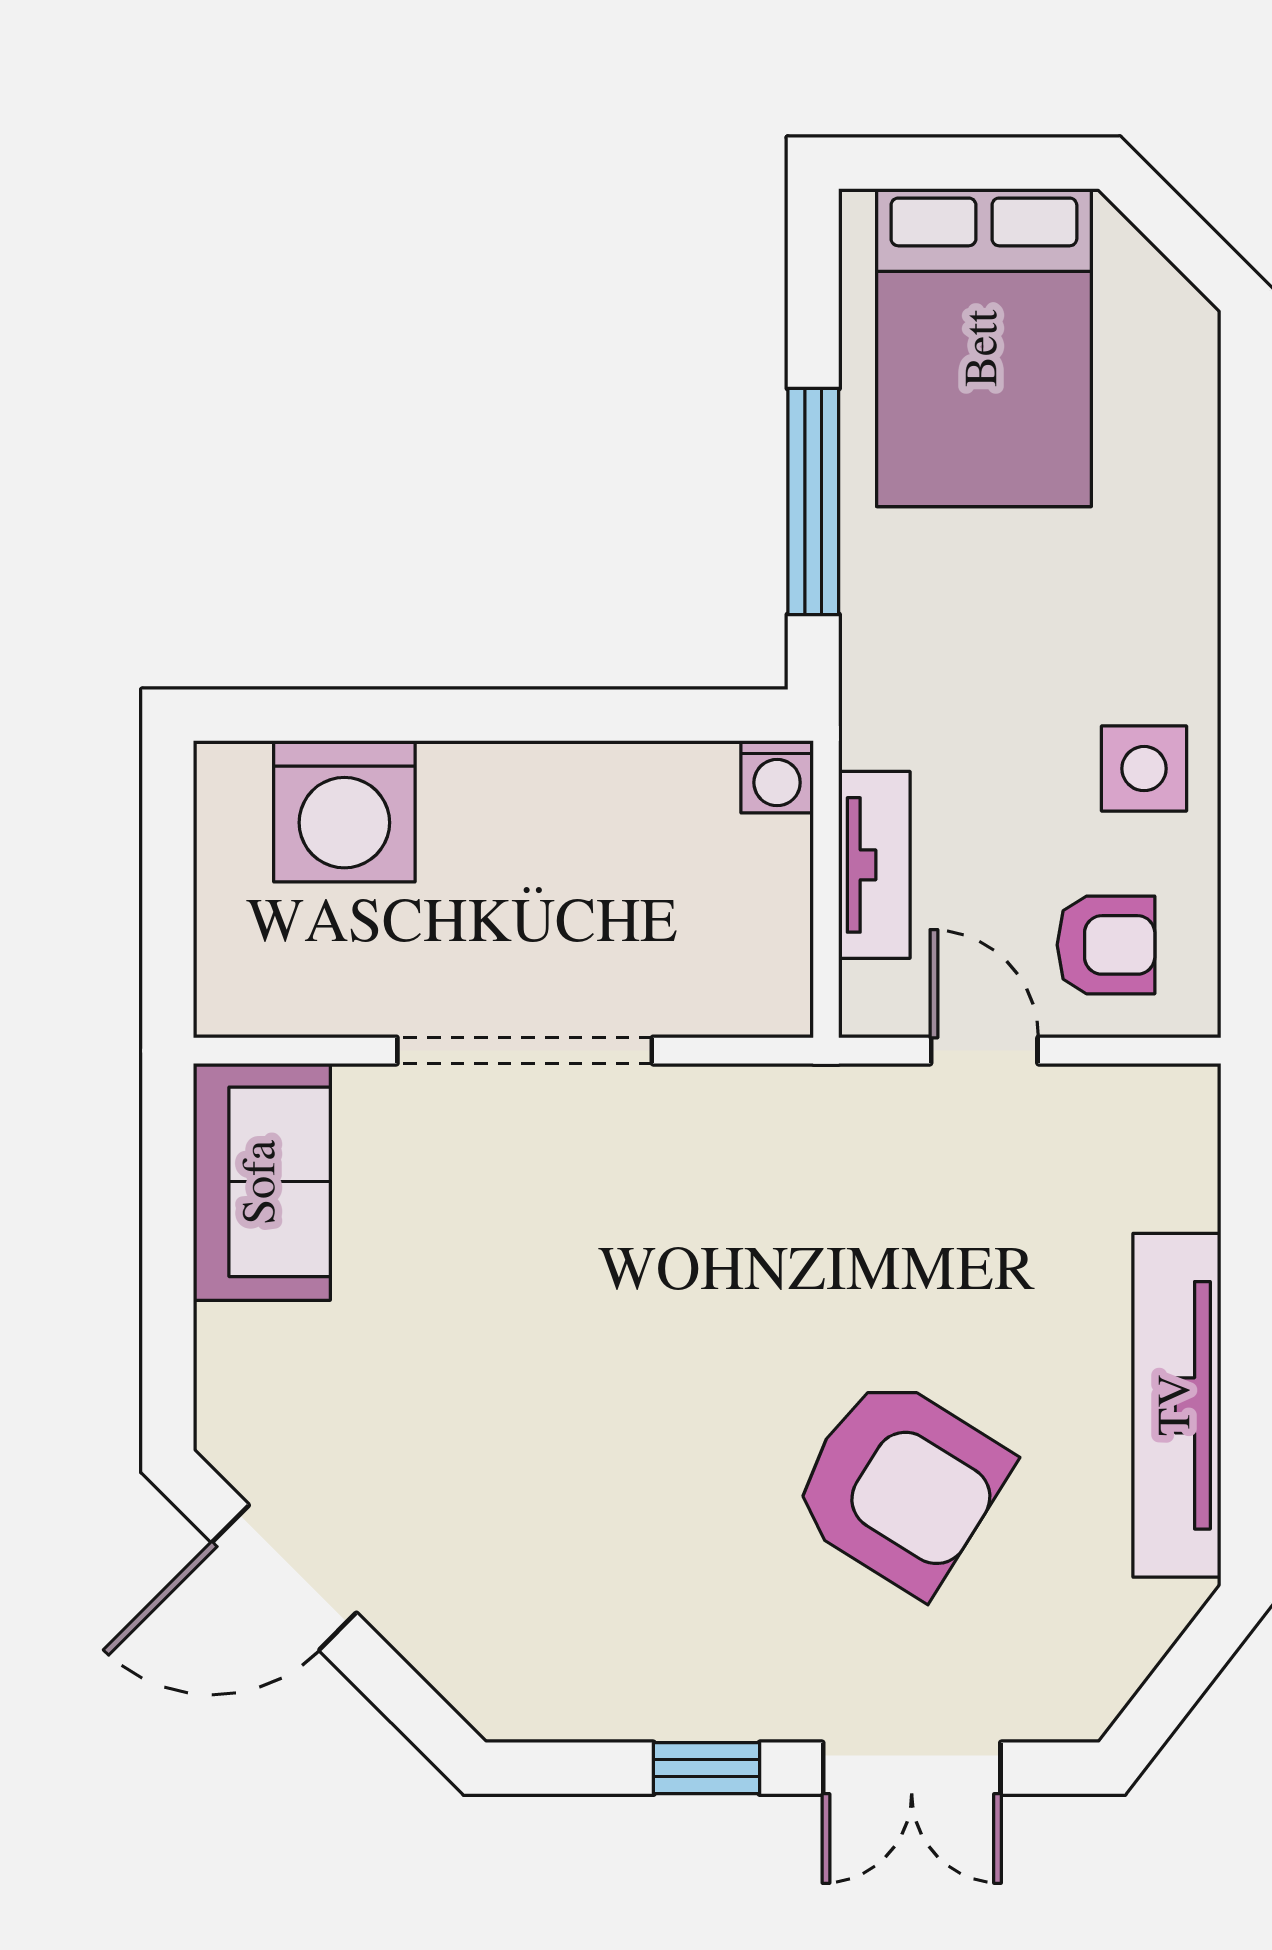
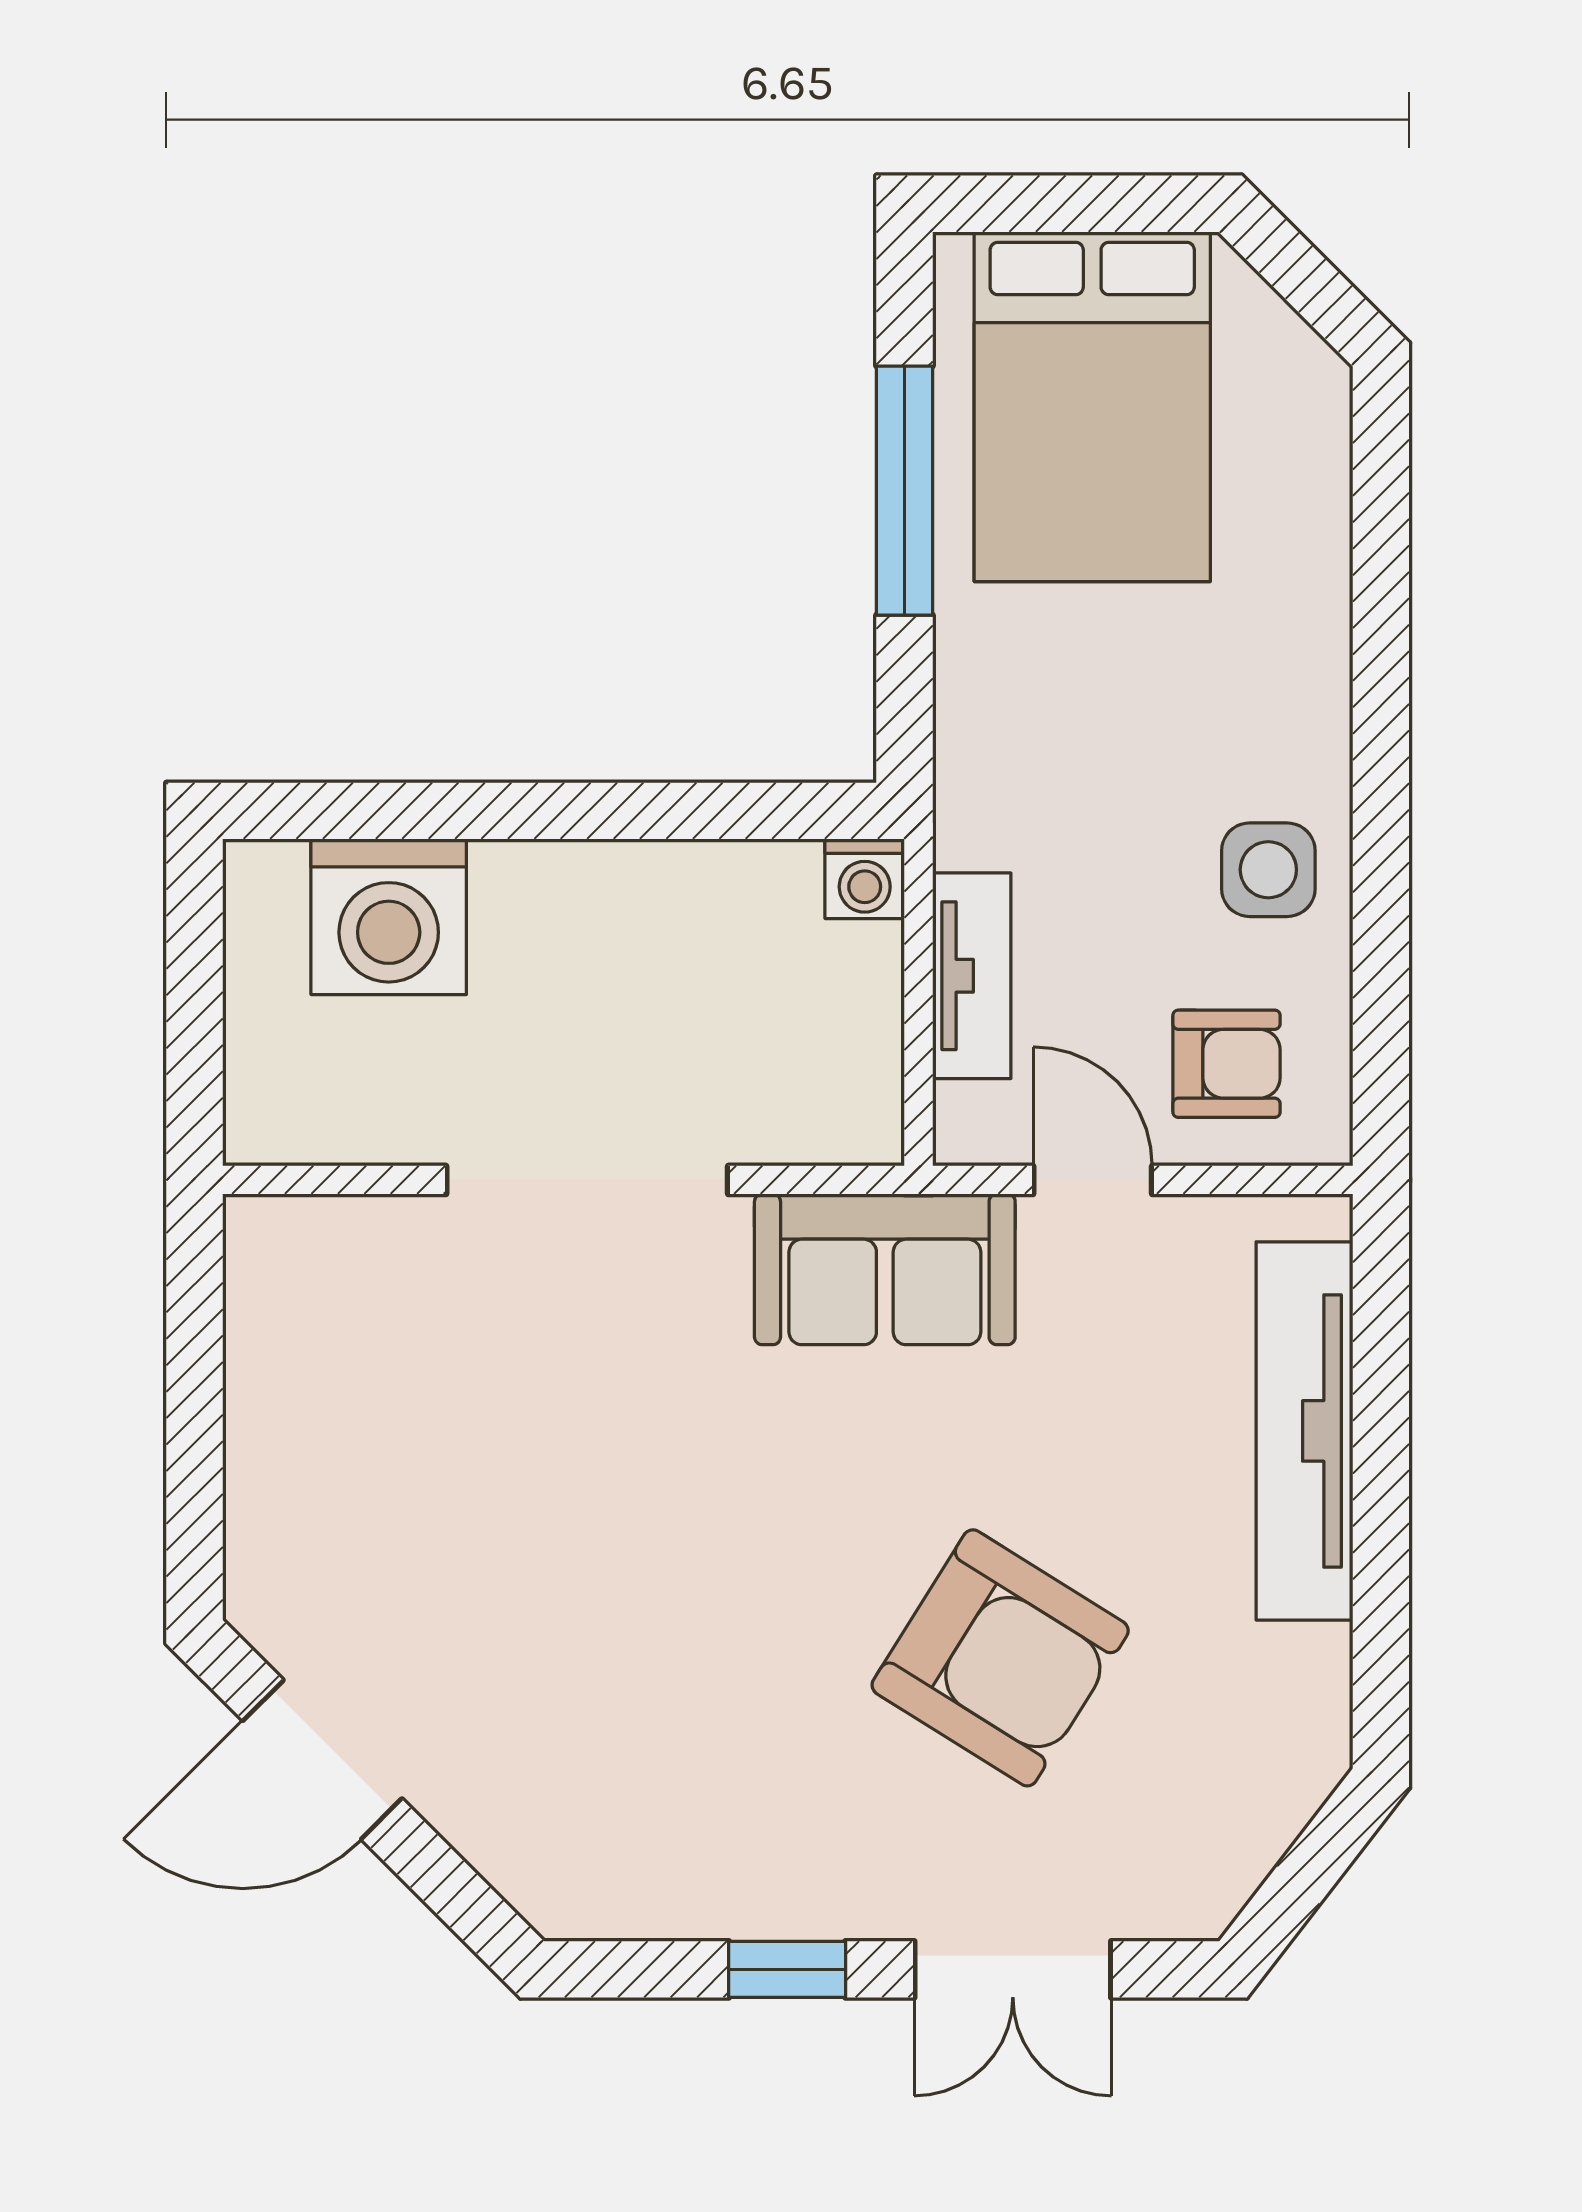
window: (813, 501) -> (904, 491), moved
sofa: (262, 1182) -> (885, 1269), moved, turned 90
tv unit: (1177, 1405) -> (1304, 1431), moved

